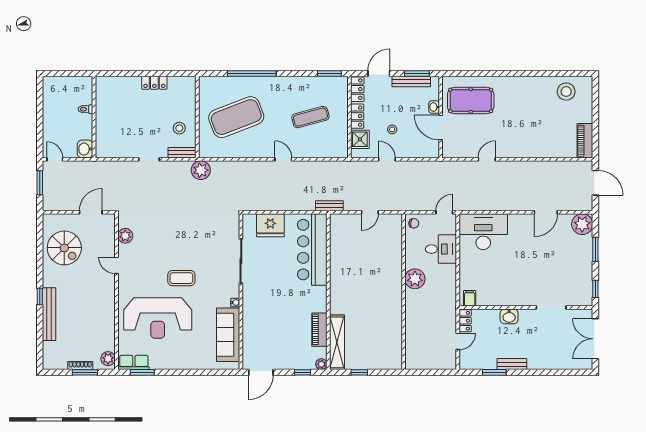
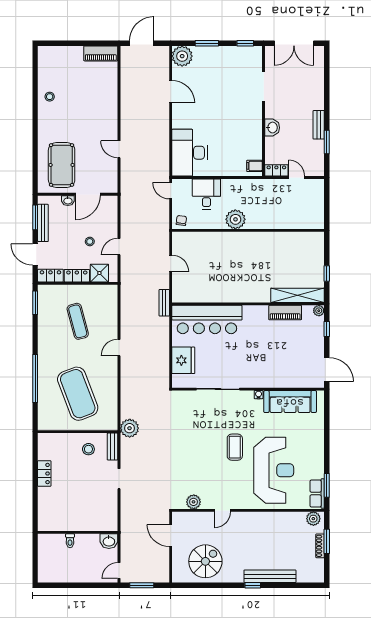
stool: (566, 92) -> (50, 97), moved, width x0.53, depth x0.53

